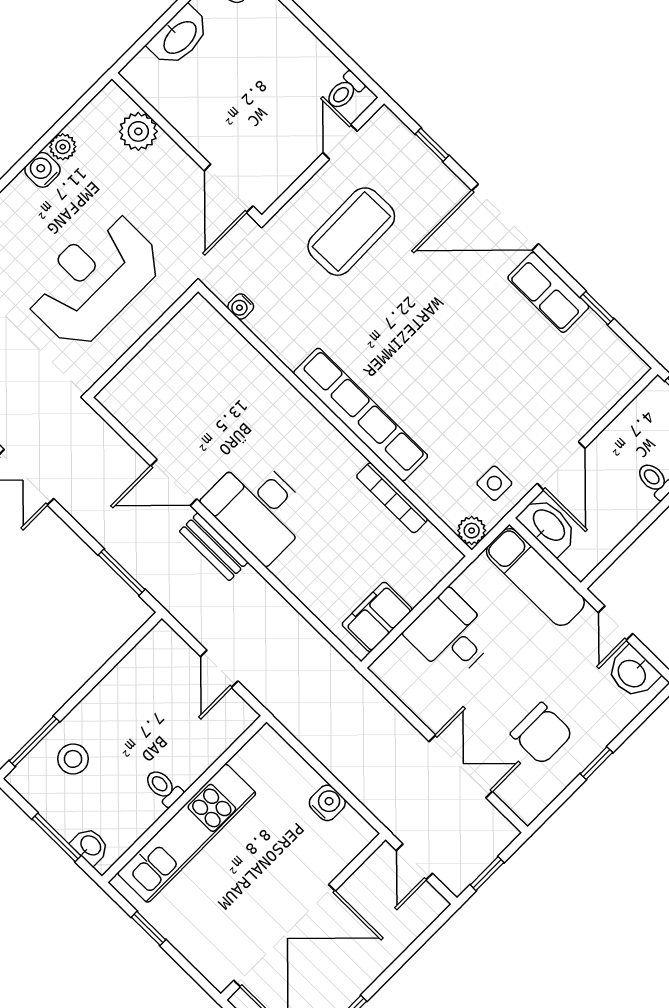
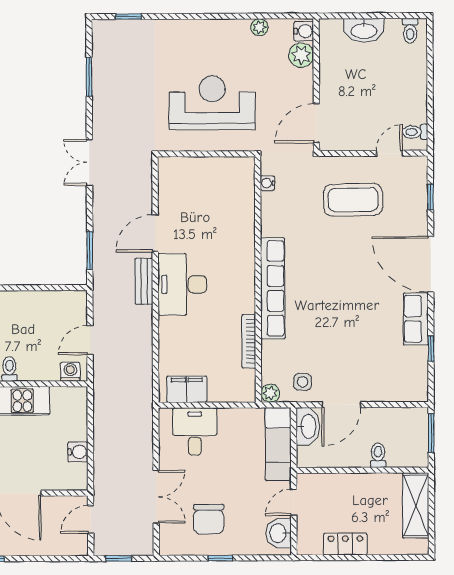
water cooler: (42, 170) -> (304, 31), moved, turned 90
door: (174, 483) -> (155, 233), hinge flipped
desk: (451, 635) -> (195, 432), moved
washing machine: (232, 724) -> (70, 372), added

